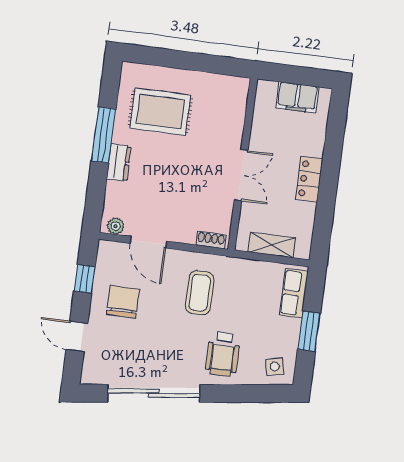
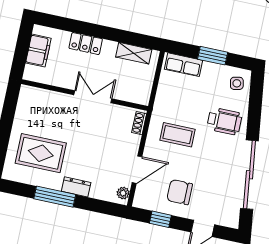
rug: (160, 112) -> (41, 153), turned 90
locker: (309, 179) -> (86, 44), moved
shelving: (272, 245) -> (134, 53), moved, turned 90

